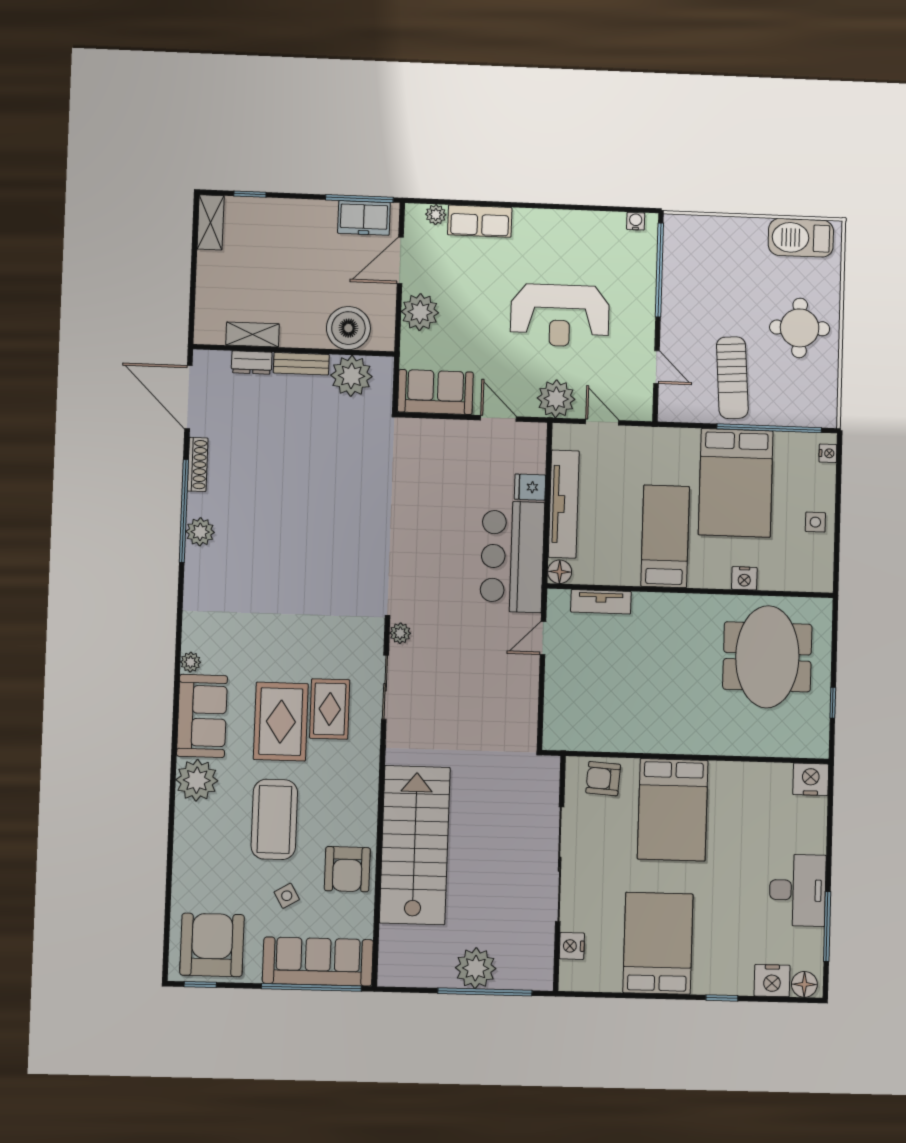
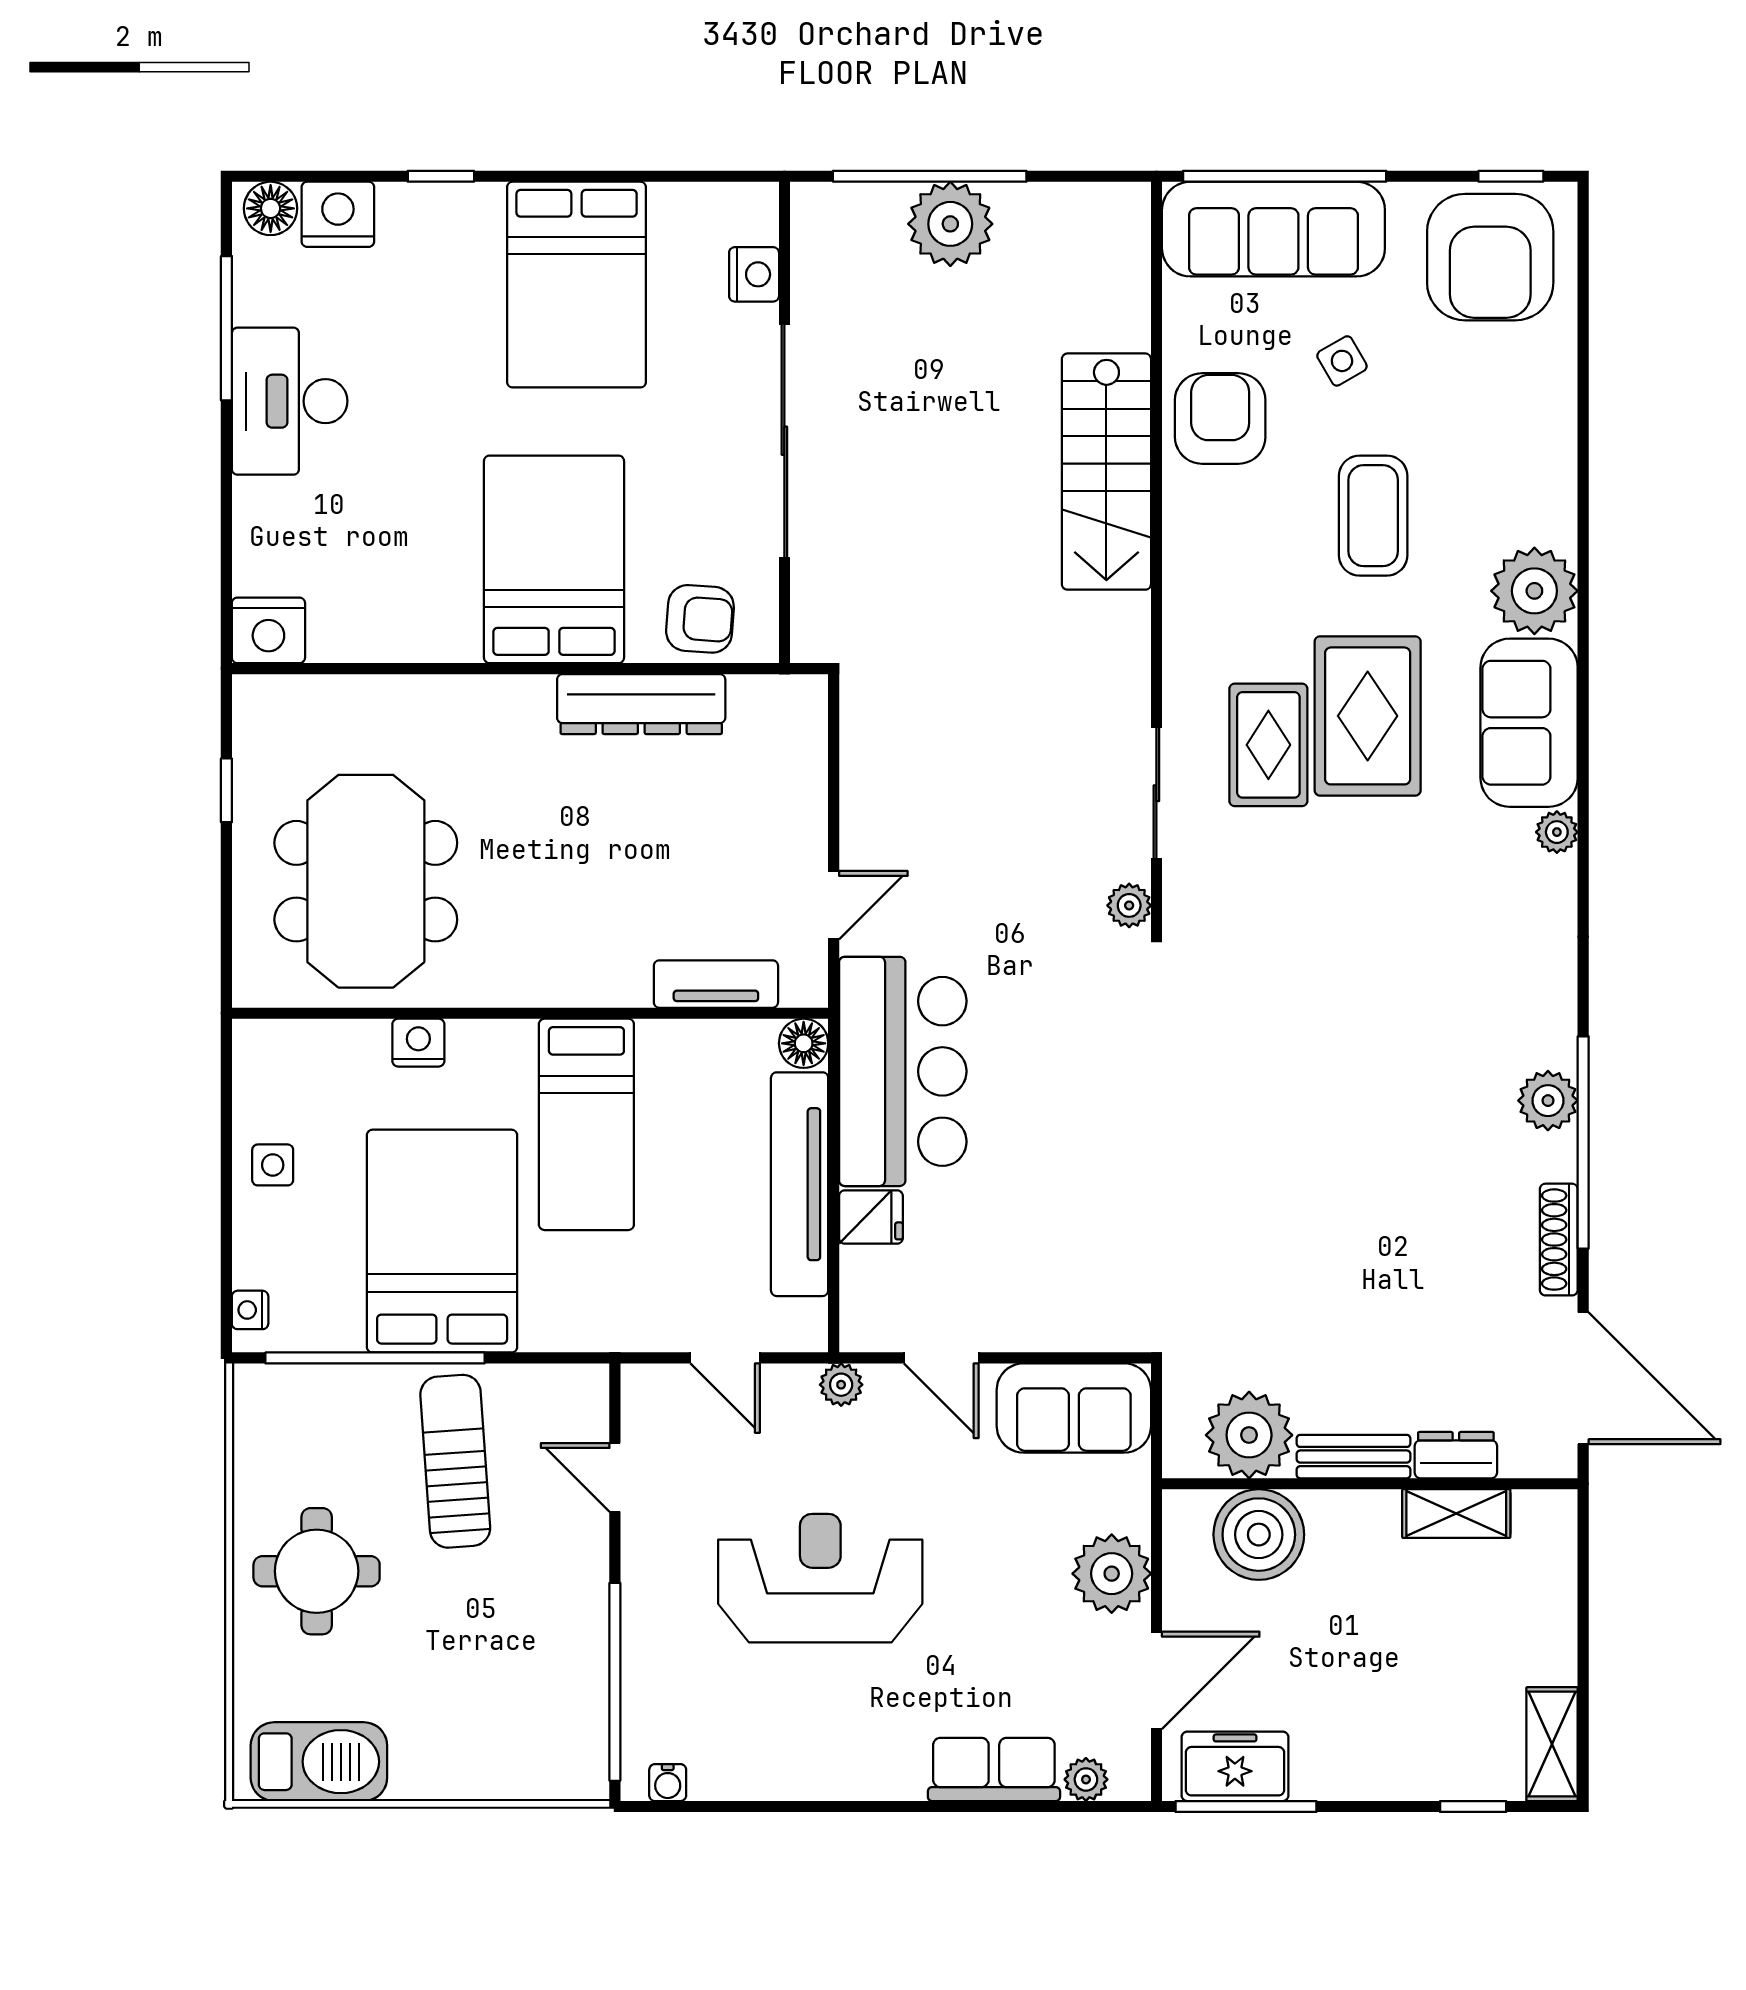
plant: (556, 399) -> (841, 1385), width x0.53, depth x0.53
dresser: (633, 738) -> (641, 704), added
coffee table: (274, 819) -> (1373, 516), width x0.73, depth x0.76
stairs: (415, 845) -> (1106, 472), width x0.73, depth x0.66

